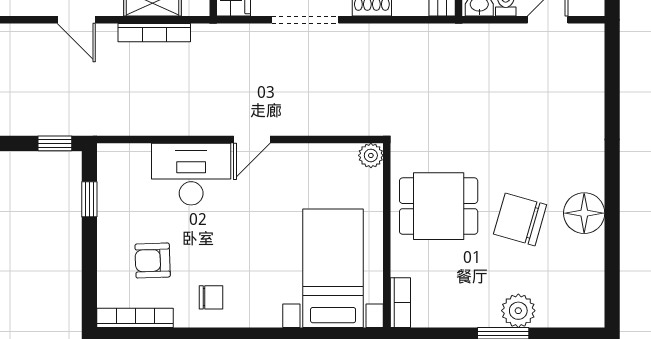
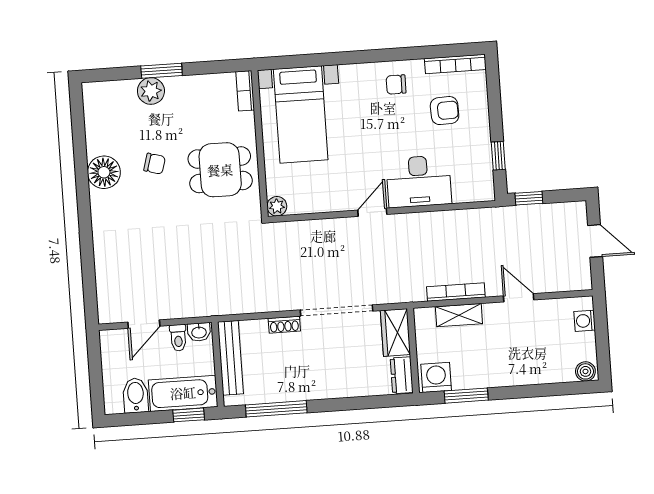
doorway: (305, 20) -> (337, 311), width x1.36
chair: (520, 219) -> (155, 164), width x0.54, depth x0.54

